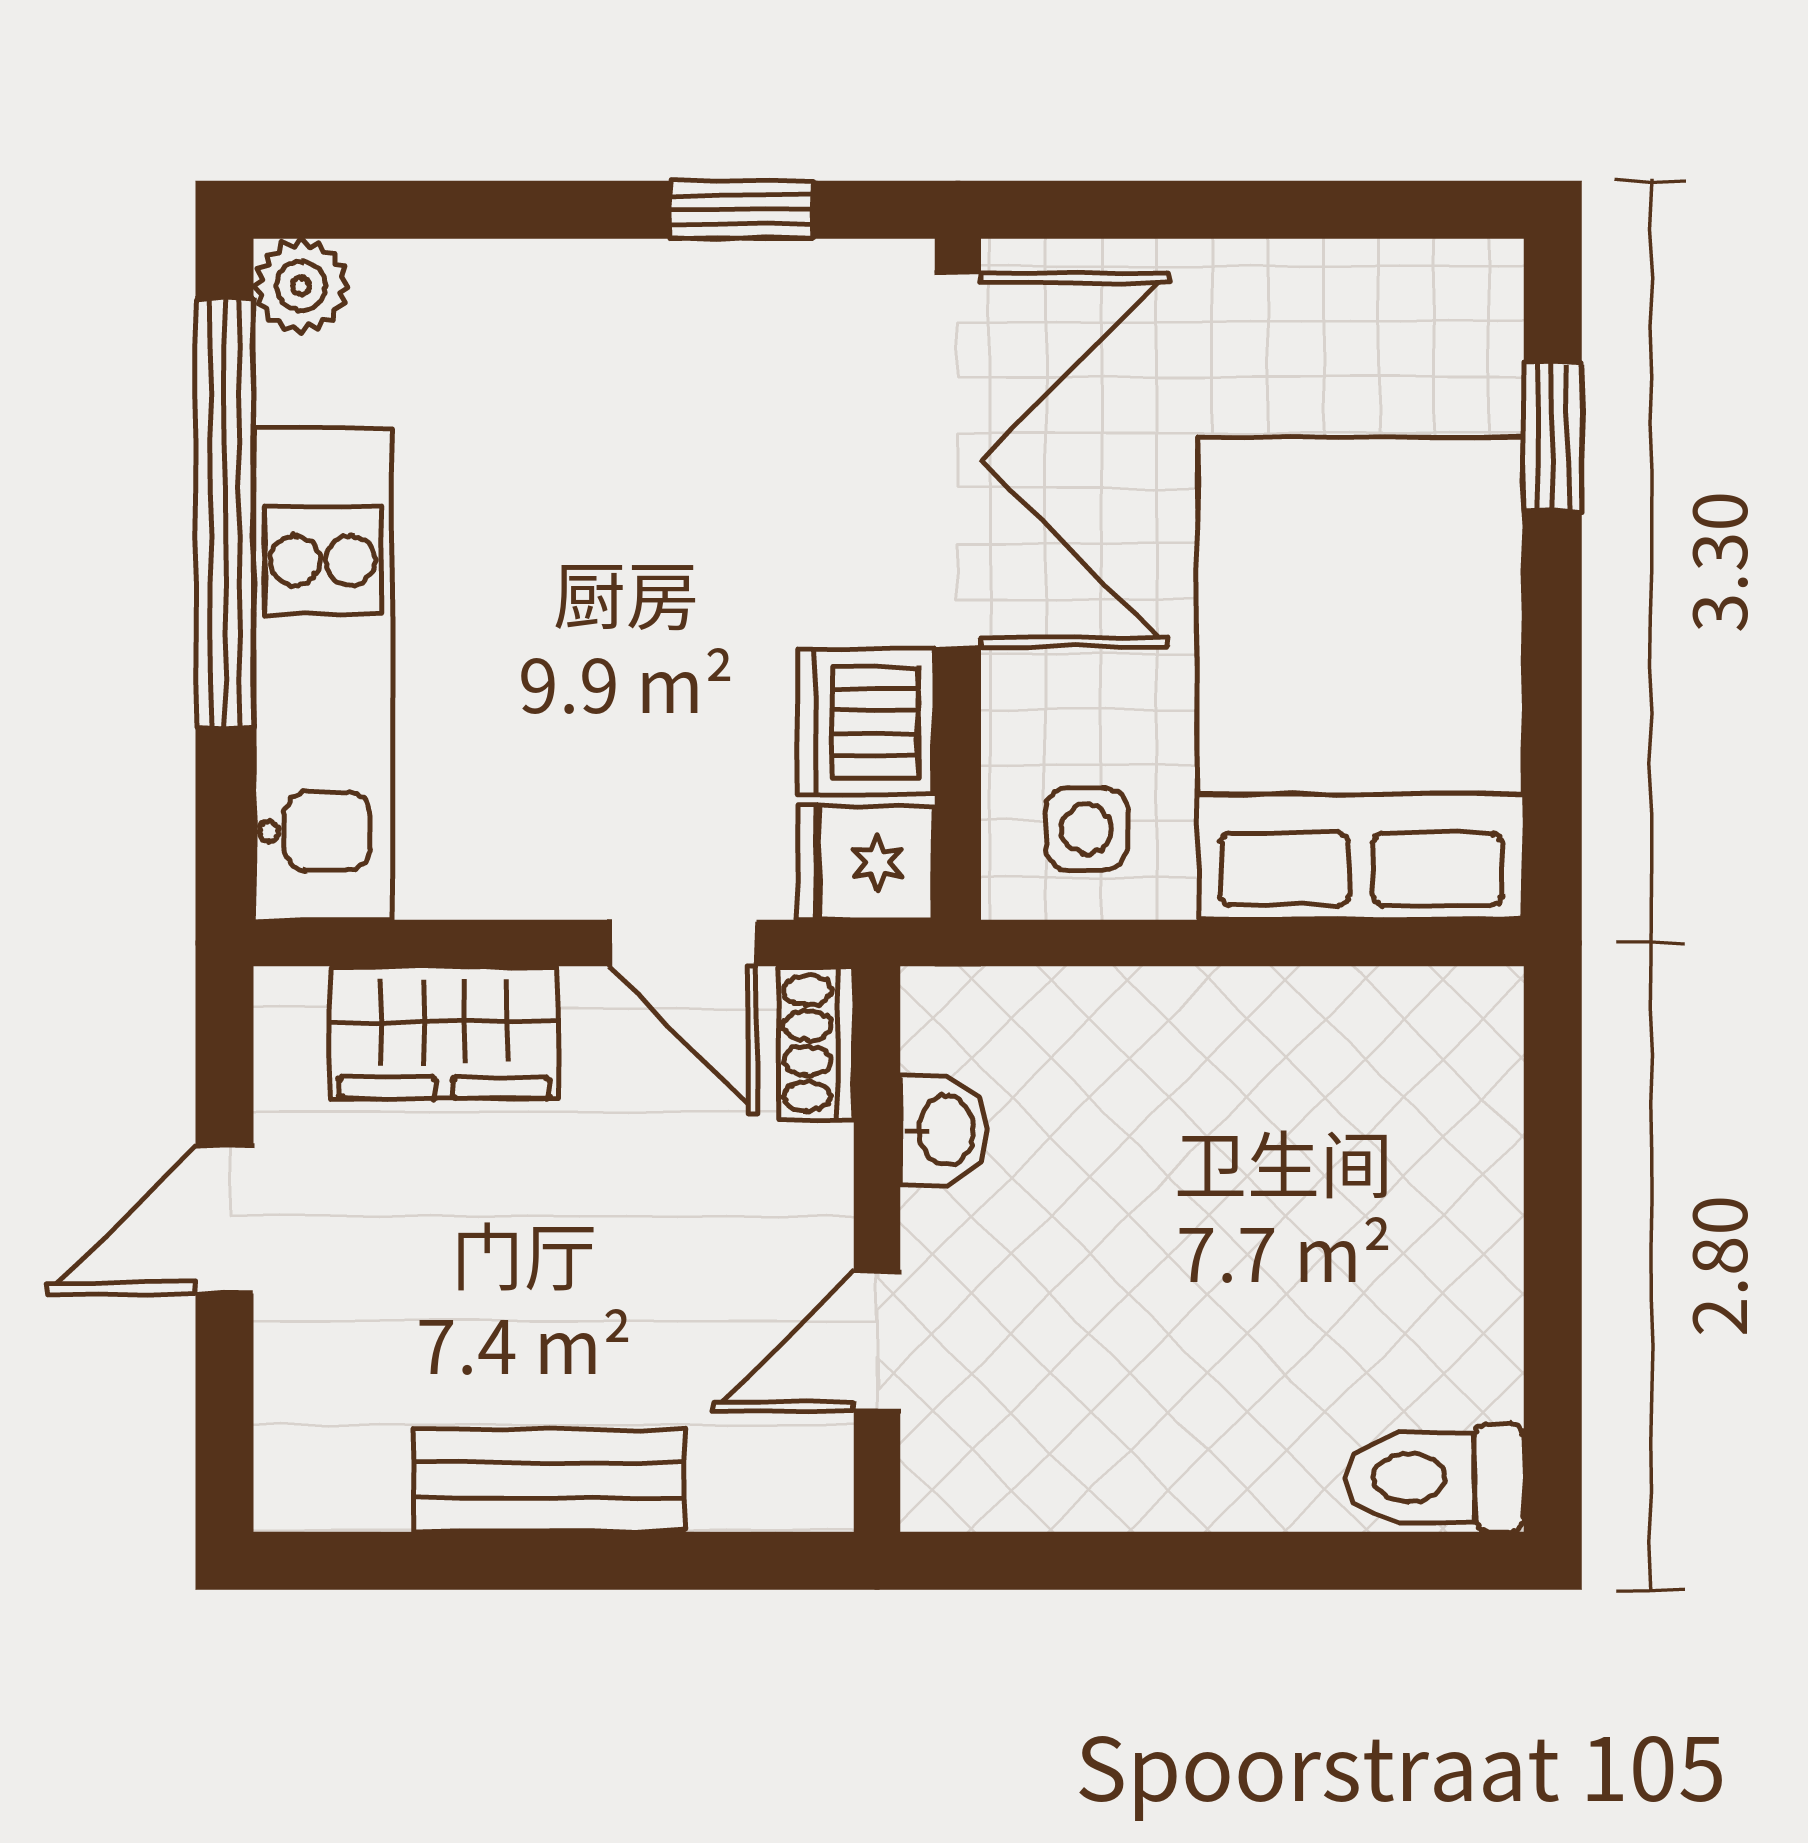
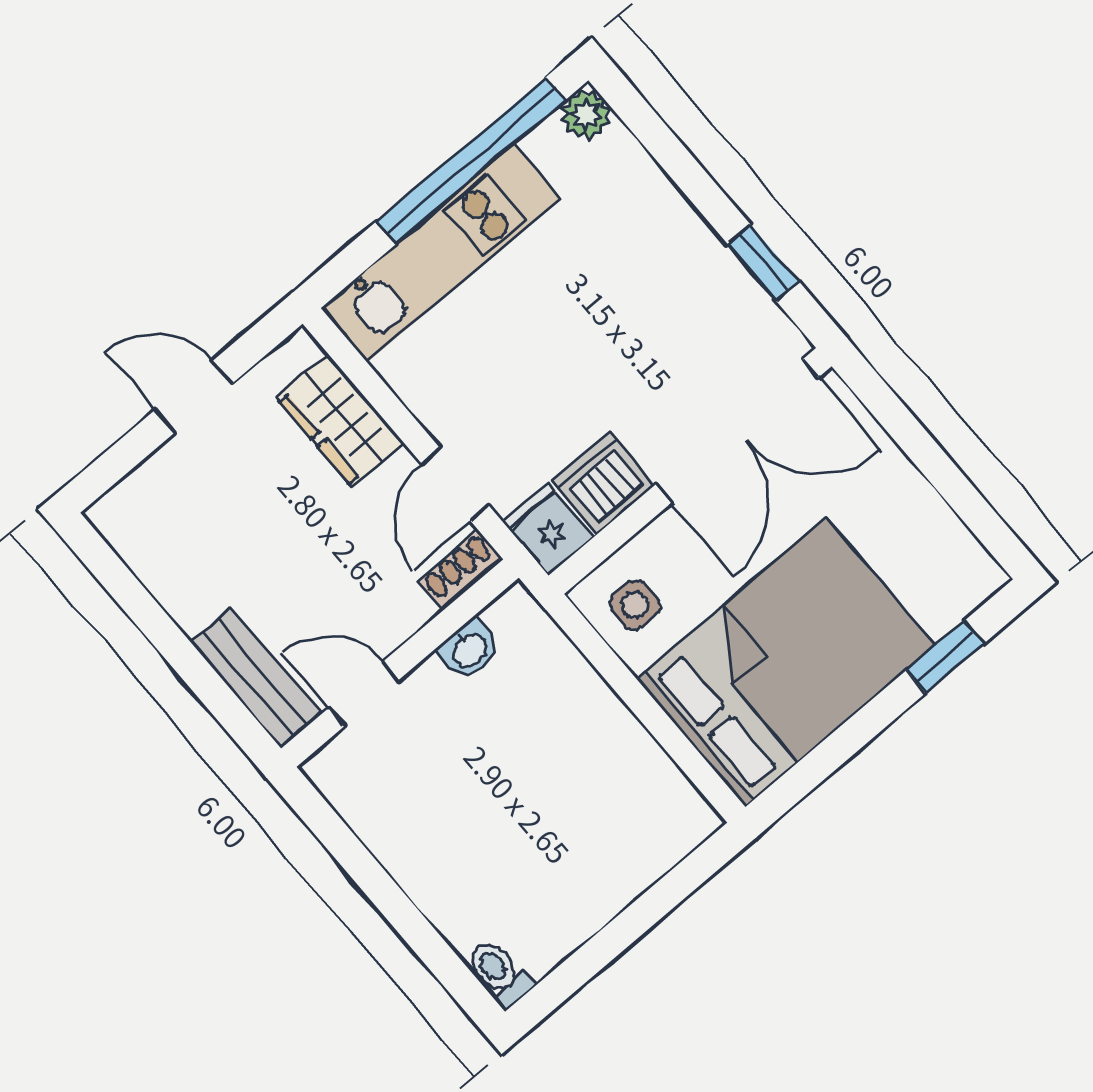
toilet: (1434, 1478) -> (499, 973), width x0.73, depth x0.72
bench: (549, 1480) -> (256, 678), moved

